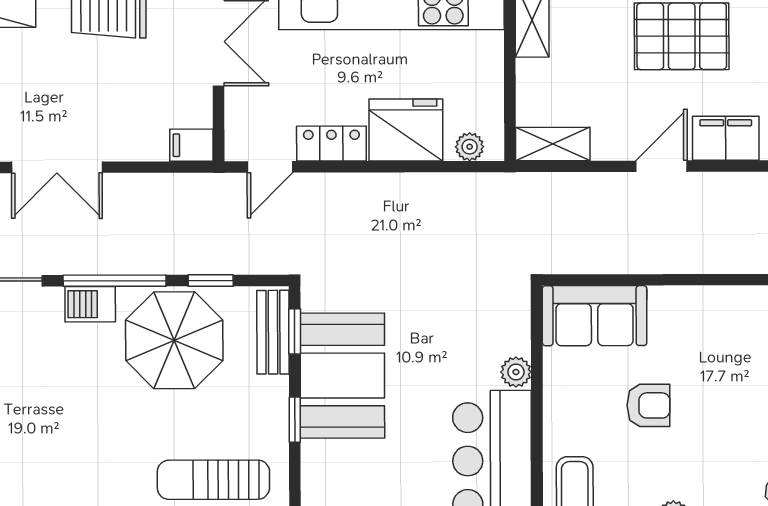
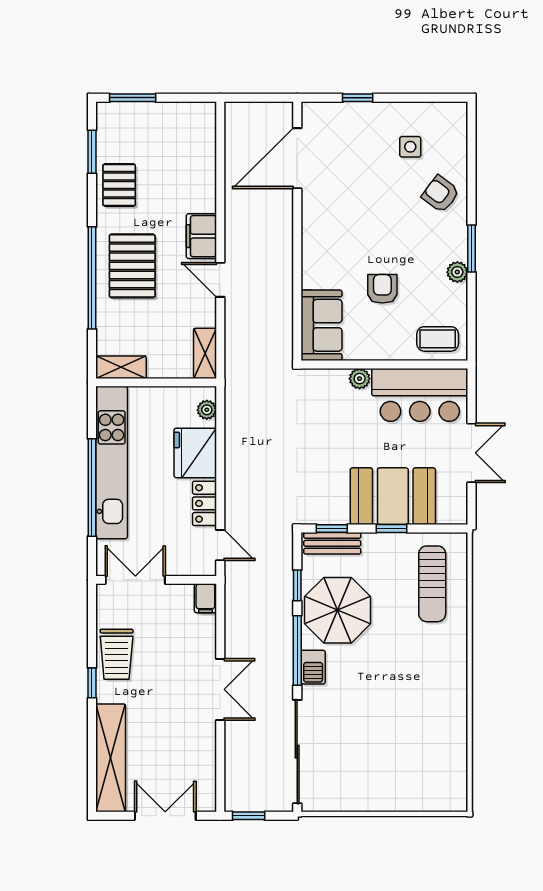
booth: (342, 376) -> (393, 496), moved

